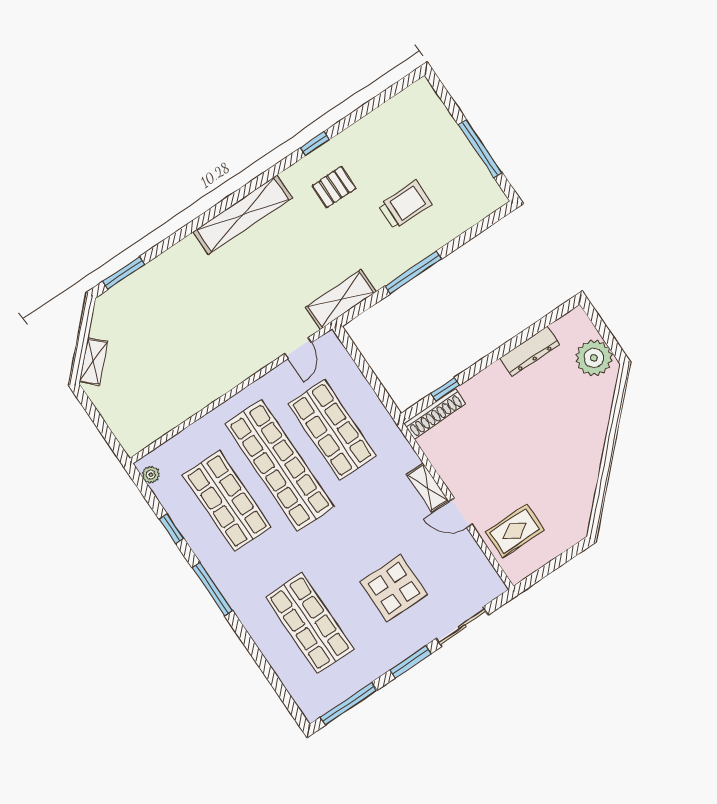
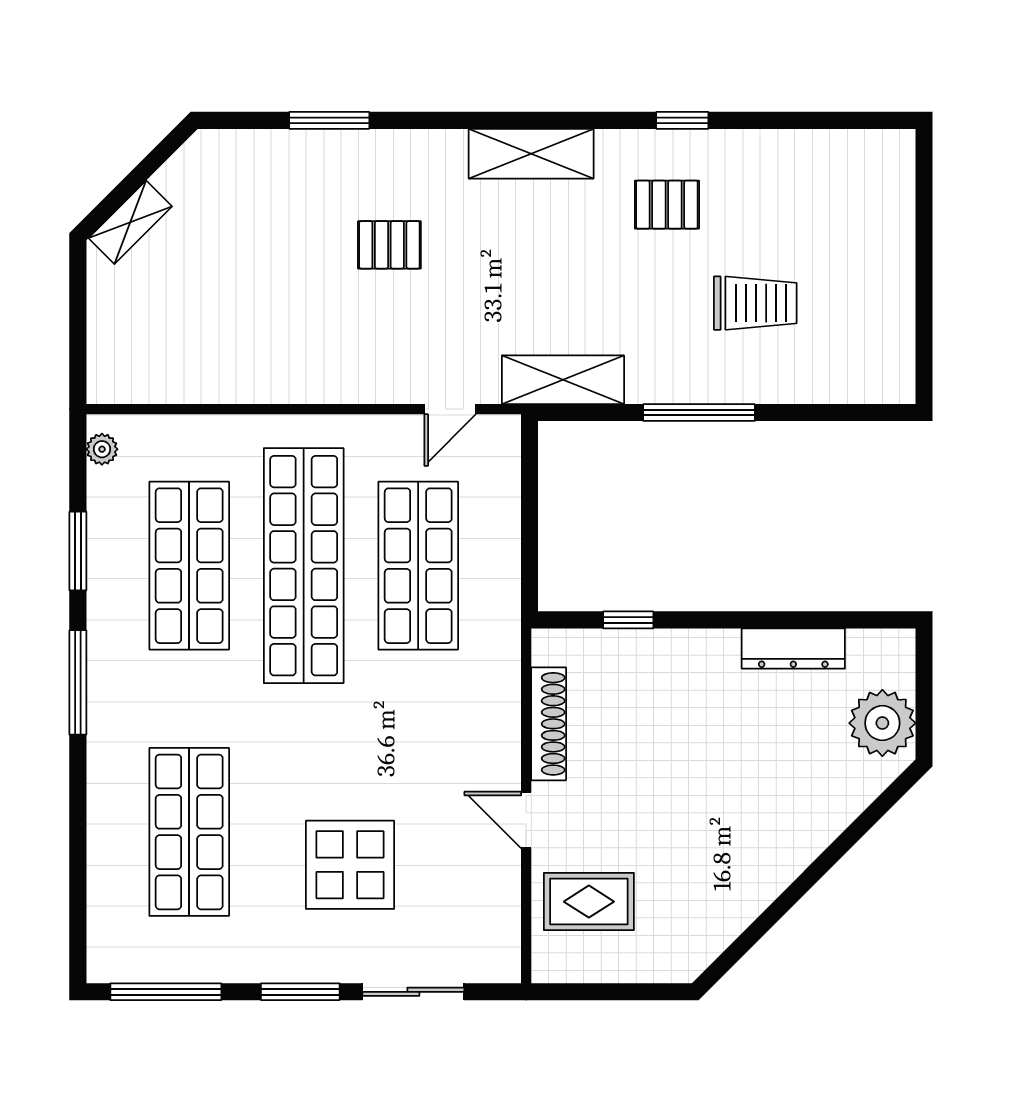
window: (480, 149) -> (924, 295), removed
shelving: (243, 215) -> (531, 154), width x0.68
window: (124, 273) -> (329, 120), moved
pallet: (219, 292) -> (389, 245), added
shoe rack: (435, 414) -> (549, 724), moved, turned -90
shelving: (427, 487) -> (502, 748), removed
window: (171, 529) -> (78, 551), width x1.50

